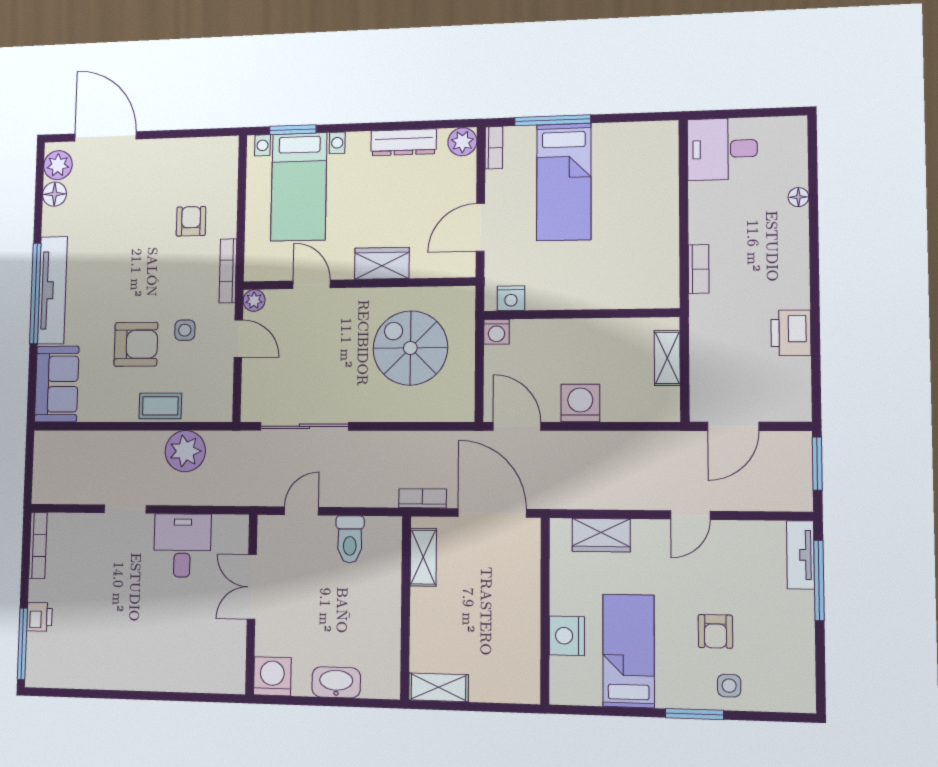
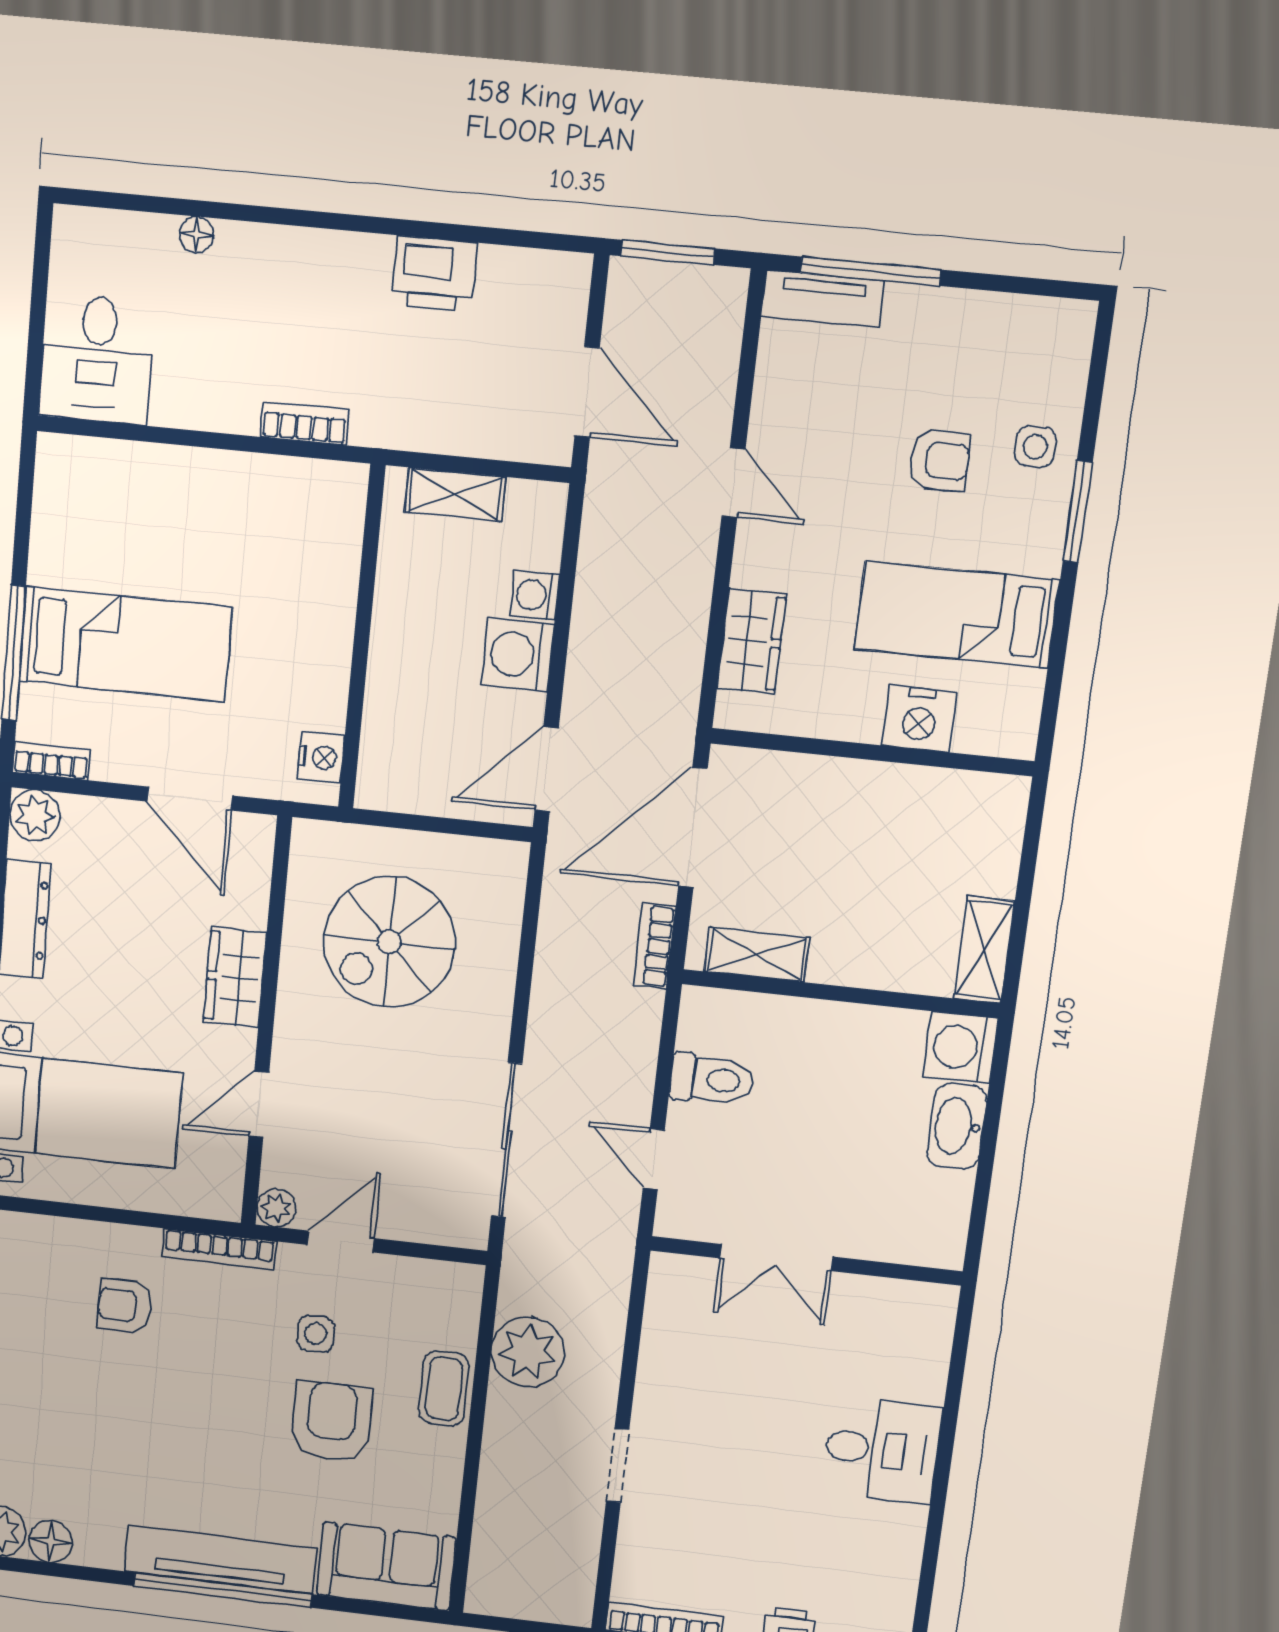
washing machine: (496, 332) -> (535, 595), moved, turned 180
desk: (182, 545) -> (882, 1450), moved, turned 180
washing machine: (272, 676) -> (961, 1047), moved

